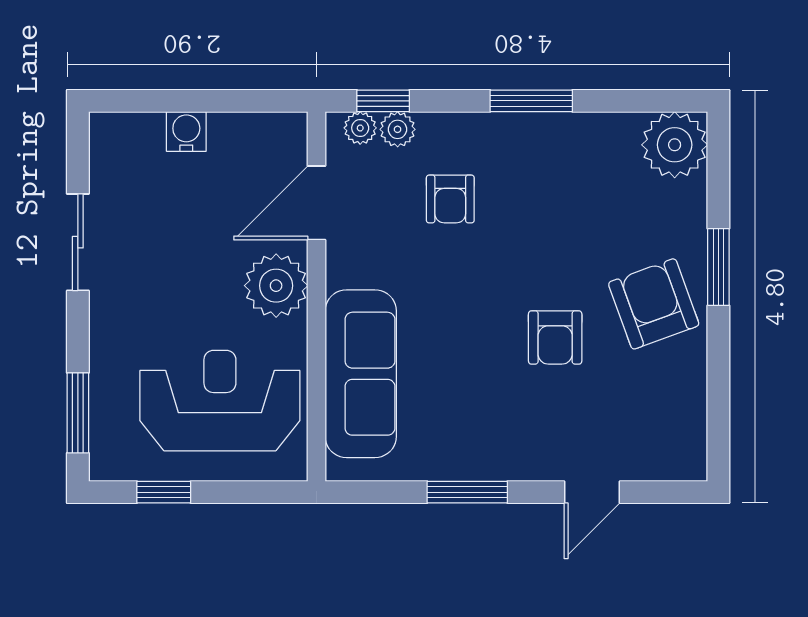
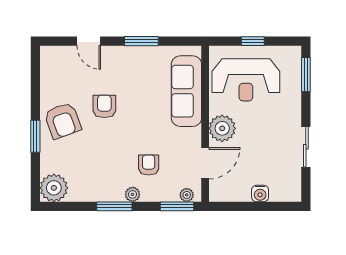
window: (383, 101) -> (177, 206), width x1.50
plant: (398, 129) -> (133, 194), moved
window: (164, 492) -> (253, 41), moved
door: (592, 492) -> (89, 41), swing flipped

